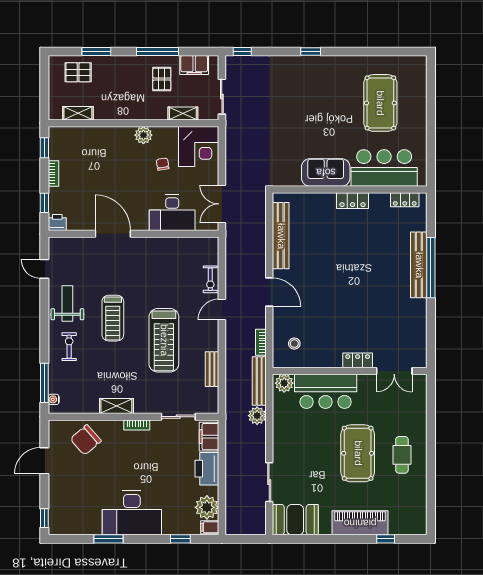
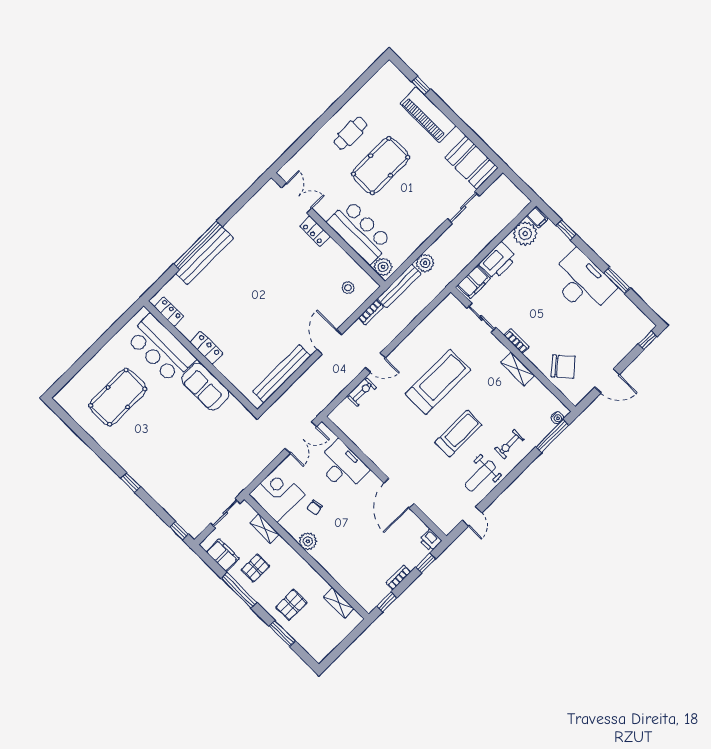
pallet: (78, 72) -> (291, 605), moved, turned 90
bench: (212, 369) -> (424, 328), removed

